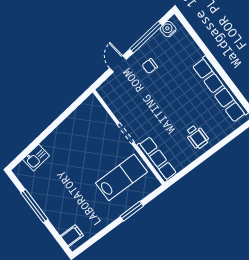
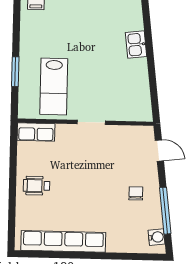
door: (118, 64) -> (159, 151), moved
kitchen sink: (36, 158) -> (136, 45), moved
row of seats: (157, 159) -> (36, 132), width x0.68

